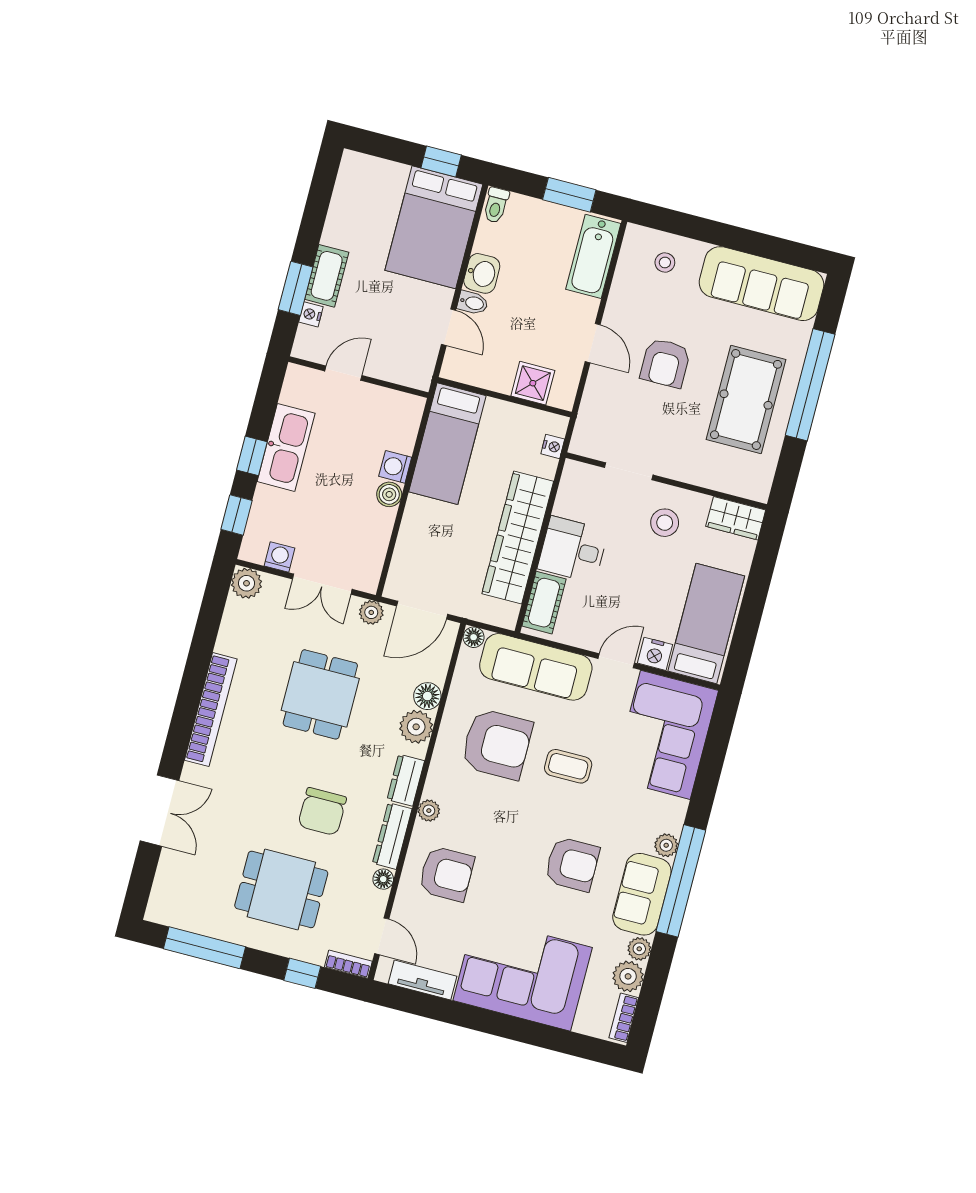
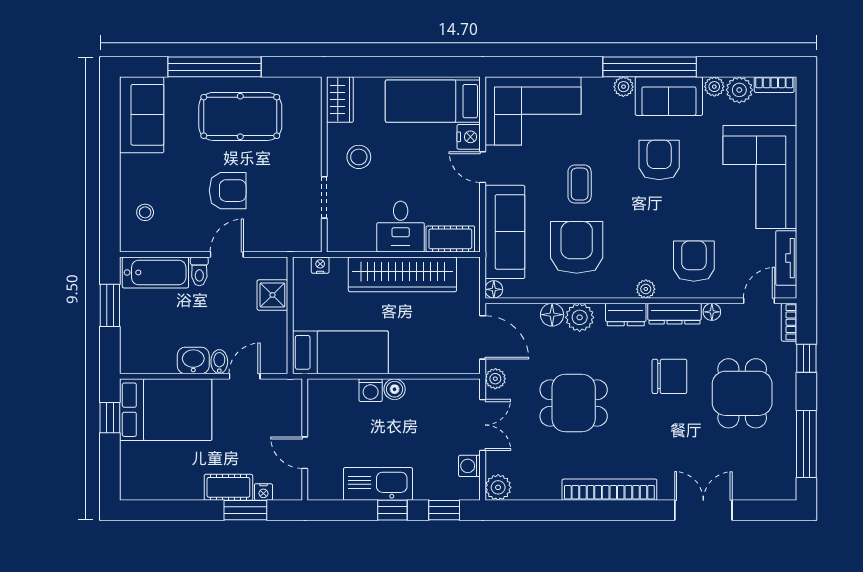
toilet: (496, 205) -> (199, 271), moved, turned 90
sofa: (762, 284) -> (142, 115), width x0.73

